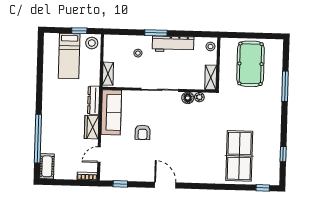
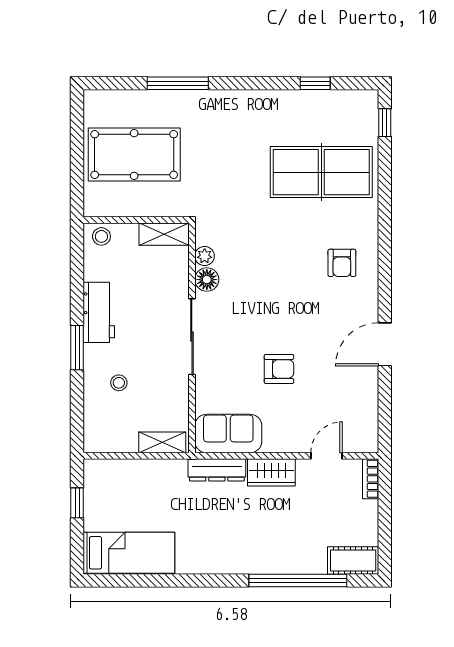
stool: (92, 43) -> (101, 477), removed
workbench: (173, 44) -> (99, 312), width x0.73
bed: (69, 56) -> (129, 553), moved
sofa: (111, 112) -> (228, 434), width x0.73
door: (99, 155) -> (327, 456), swing flipped
armchair: (194, 165) -> (342, 263), added
window: (120, 184) -> (385, 411), removed
door: (165, 185) -> (385, 344), moved

